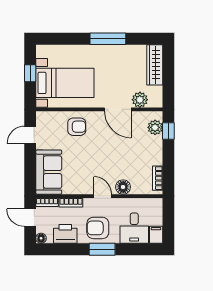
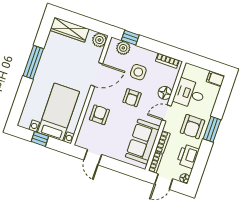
plant: (140, 100) -> (99, 40), moved
side table: (135, 152) -> (138, 72), added
armchair: (106, 154) -> (132, 98), added
sofa: (49, 172) -> (143, 142), moved, turned -90
desk: (134, 228) -> (190, 94), moved, turned 180

